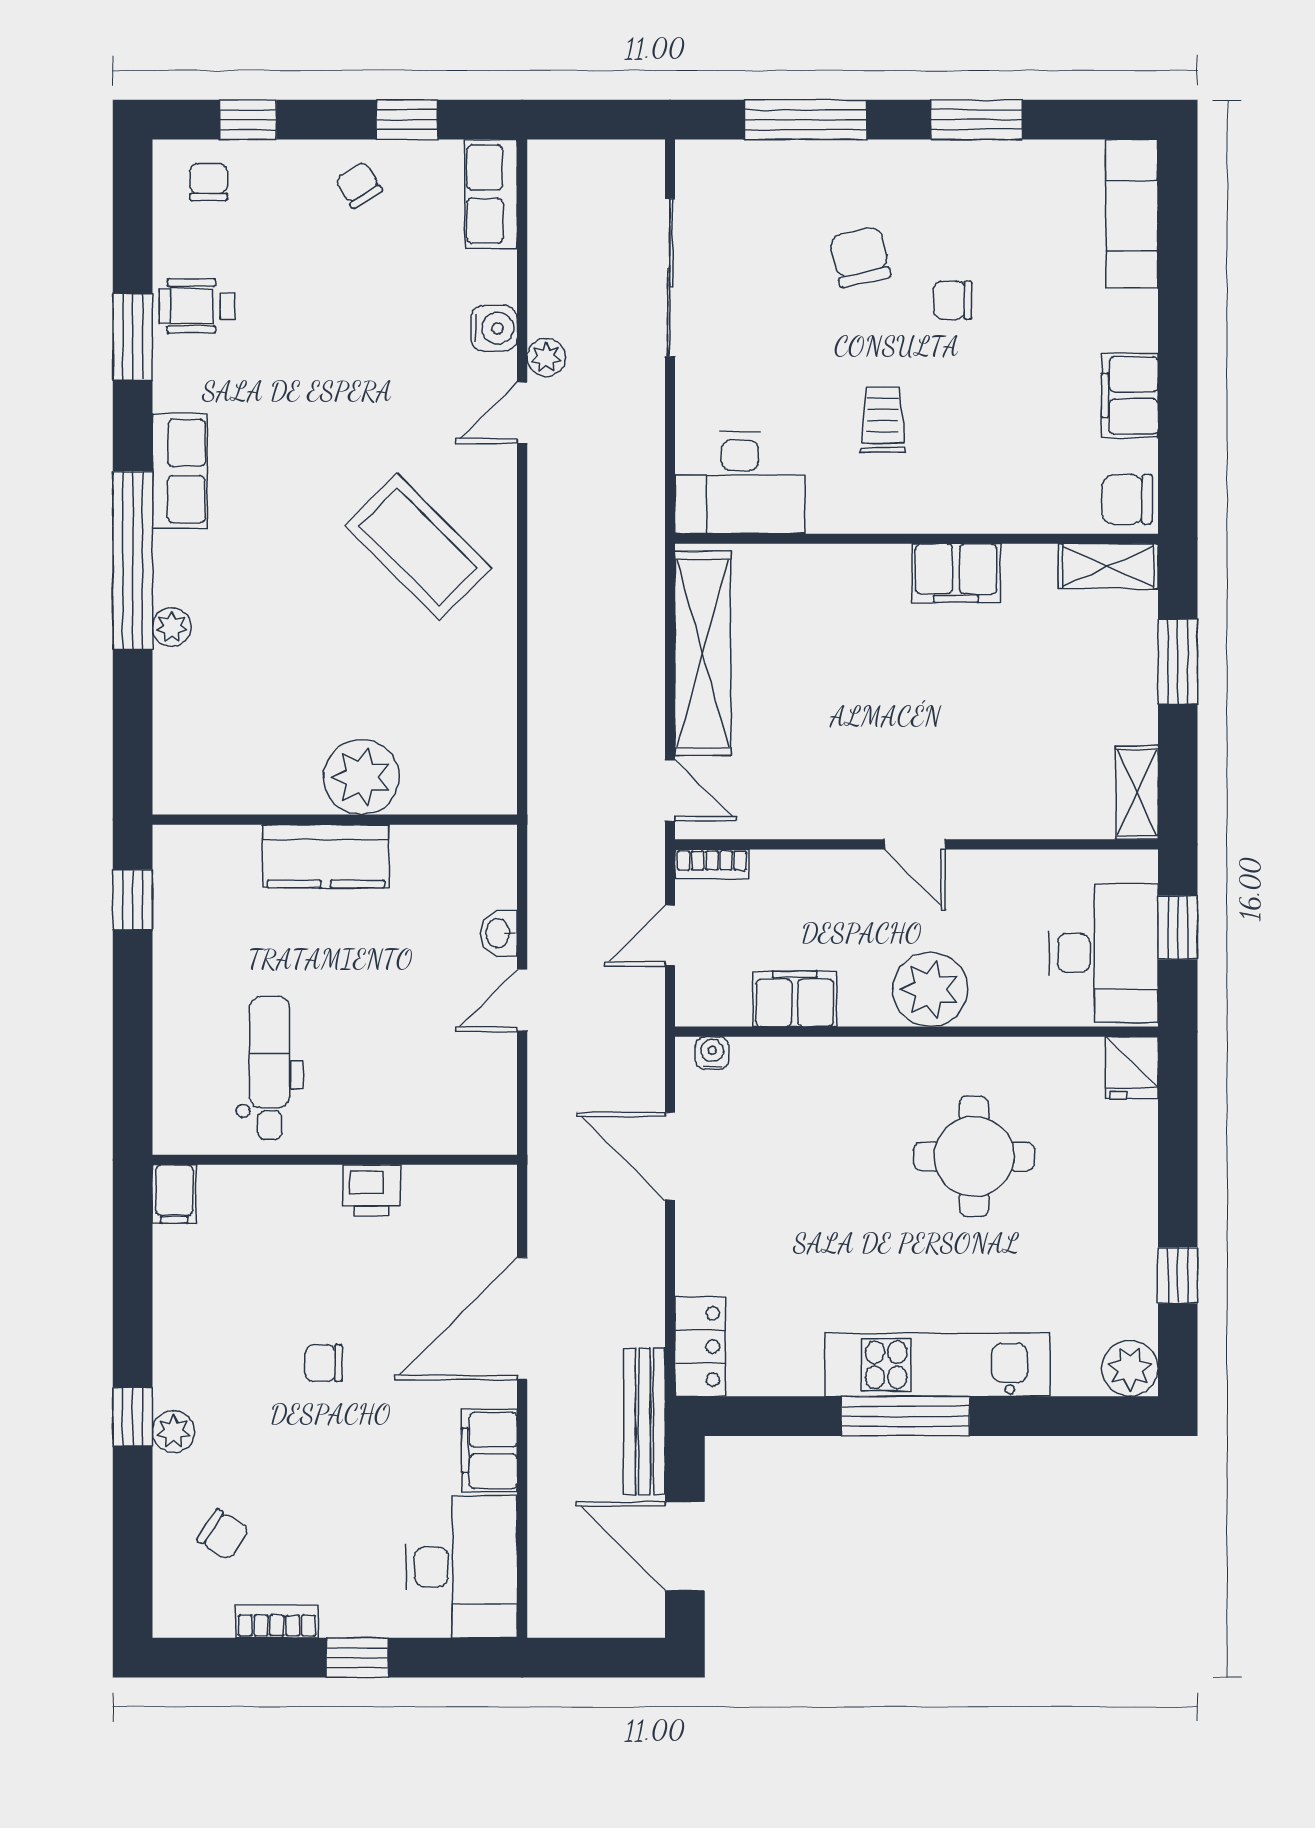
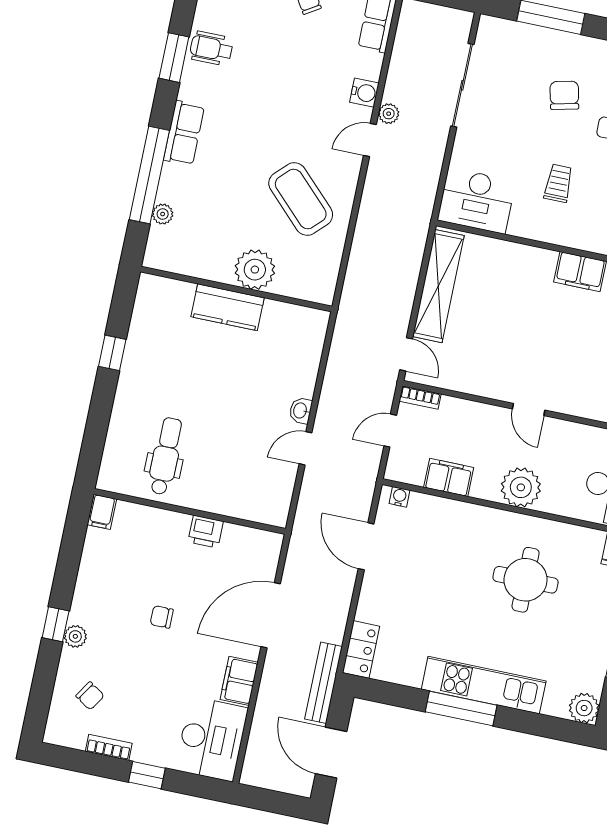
plant: (361, 777) -> (255, 270), moved
wall: (335, 820) -> (236, 289), moved
kitchen counter: (326, 856) -> (228, 307), moved

